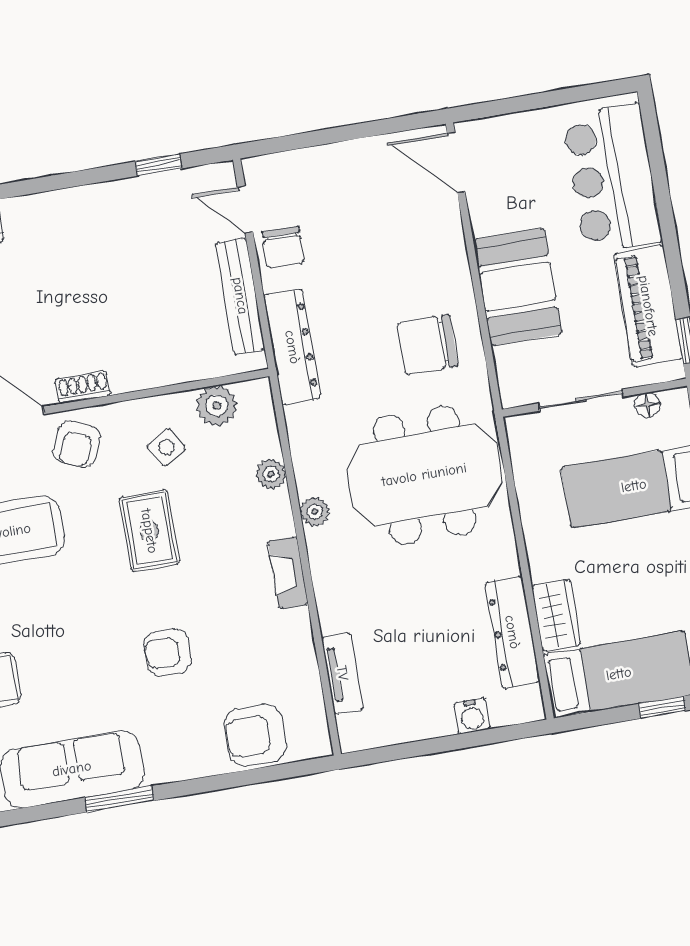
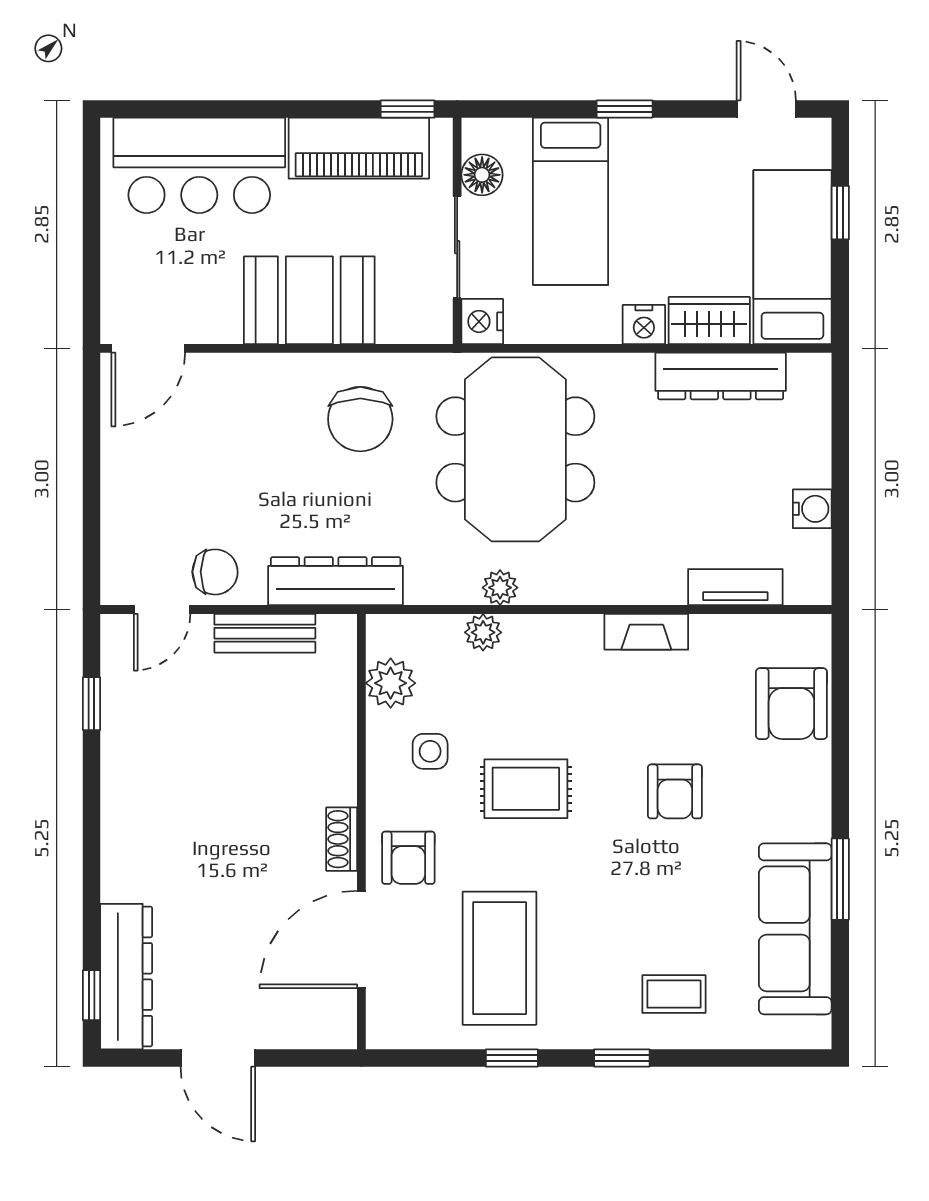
bench: (240, 296) -> (265, 633), width x0.73
floor lamp: (647, 405) -> (482, 175), width x1.37, depth x1.37
nightstand: (524, 431) -> (482, 321), added
armchair: (77, 444) -> (408, 858), turned 66
side table: (167, 447) -> (430, 751), turned 31
plant: (315, 512) -> (500, 588), moved
nightstand: (544, 563) -> (644, 324), added
fireplace: (288, 573) -> (646, 632), moved
water cooler: (472, 716) -> (812, 509), moved

